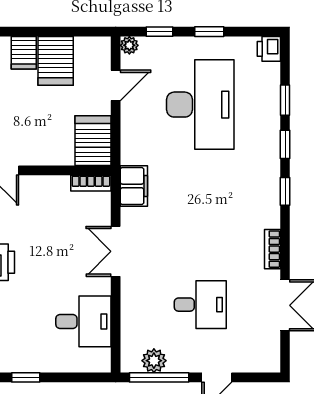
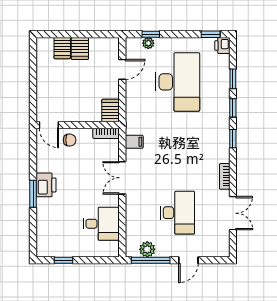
window: (209, 32) -> (211, 34), moved
plant: (129, 45) -> (148, 43), moved
server rack: (56, 61) -> (80, 48), width x0.73, depth x0.70
server rack: (93, 141) -> (111, 110), width x0.73, depth x0.70
filing cabinet: (134, 186) -> (134, 142), width x0.50
chair: (35, 193) -> (70, 140), added
desk: (200, 305) -> (178, 213), width x1.37

